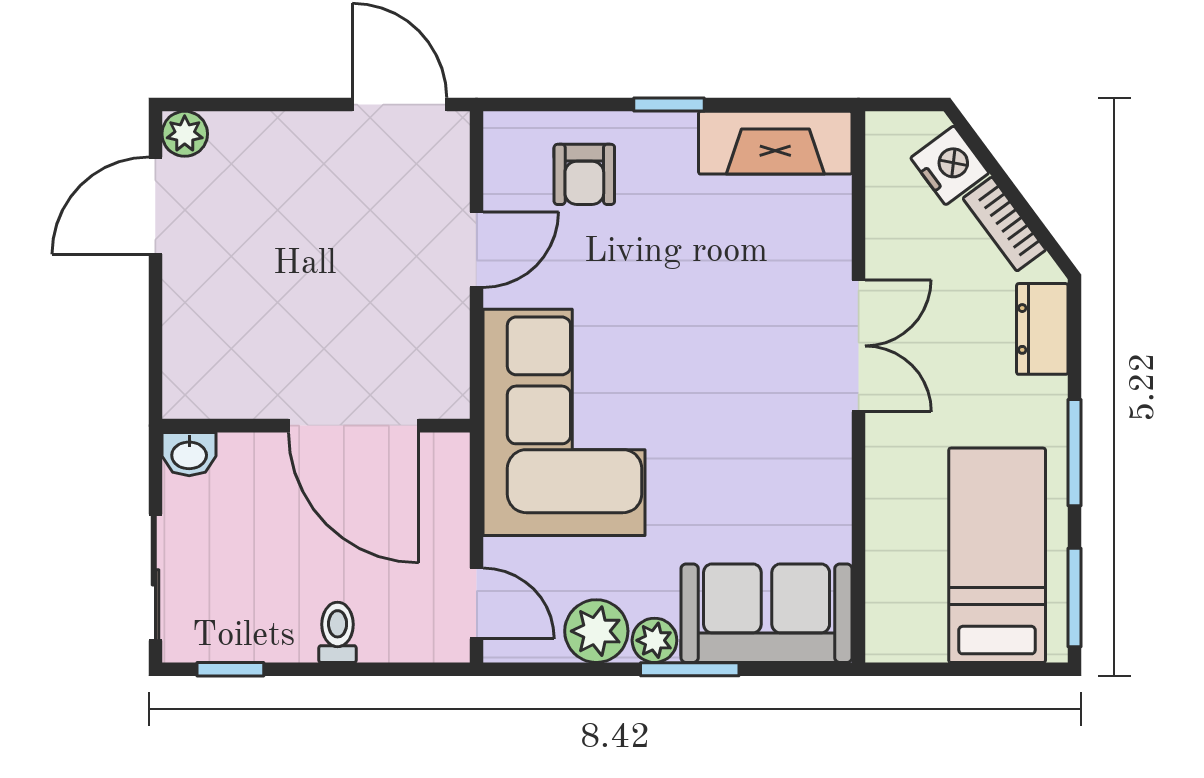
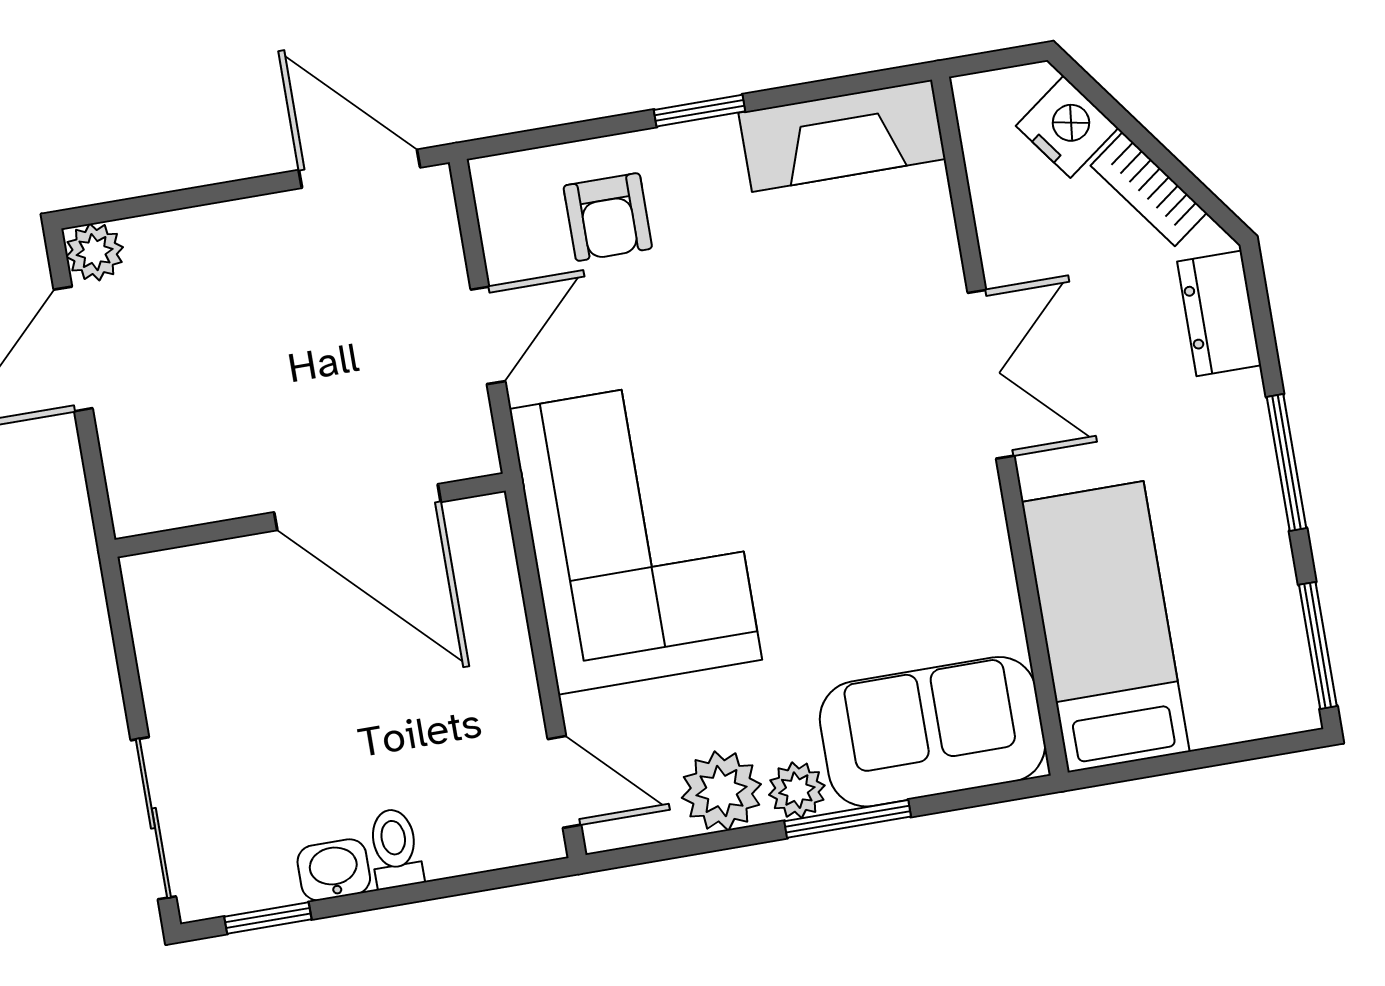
wall: (316, 426) -> (310, 515), moved
door: (353, 426) -> (357, 507), moved
washbasin: (189, 454) -> (334, 870), moved, turned 180
bed: (997, 555) -> (1105, 627), moved

